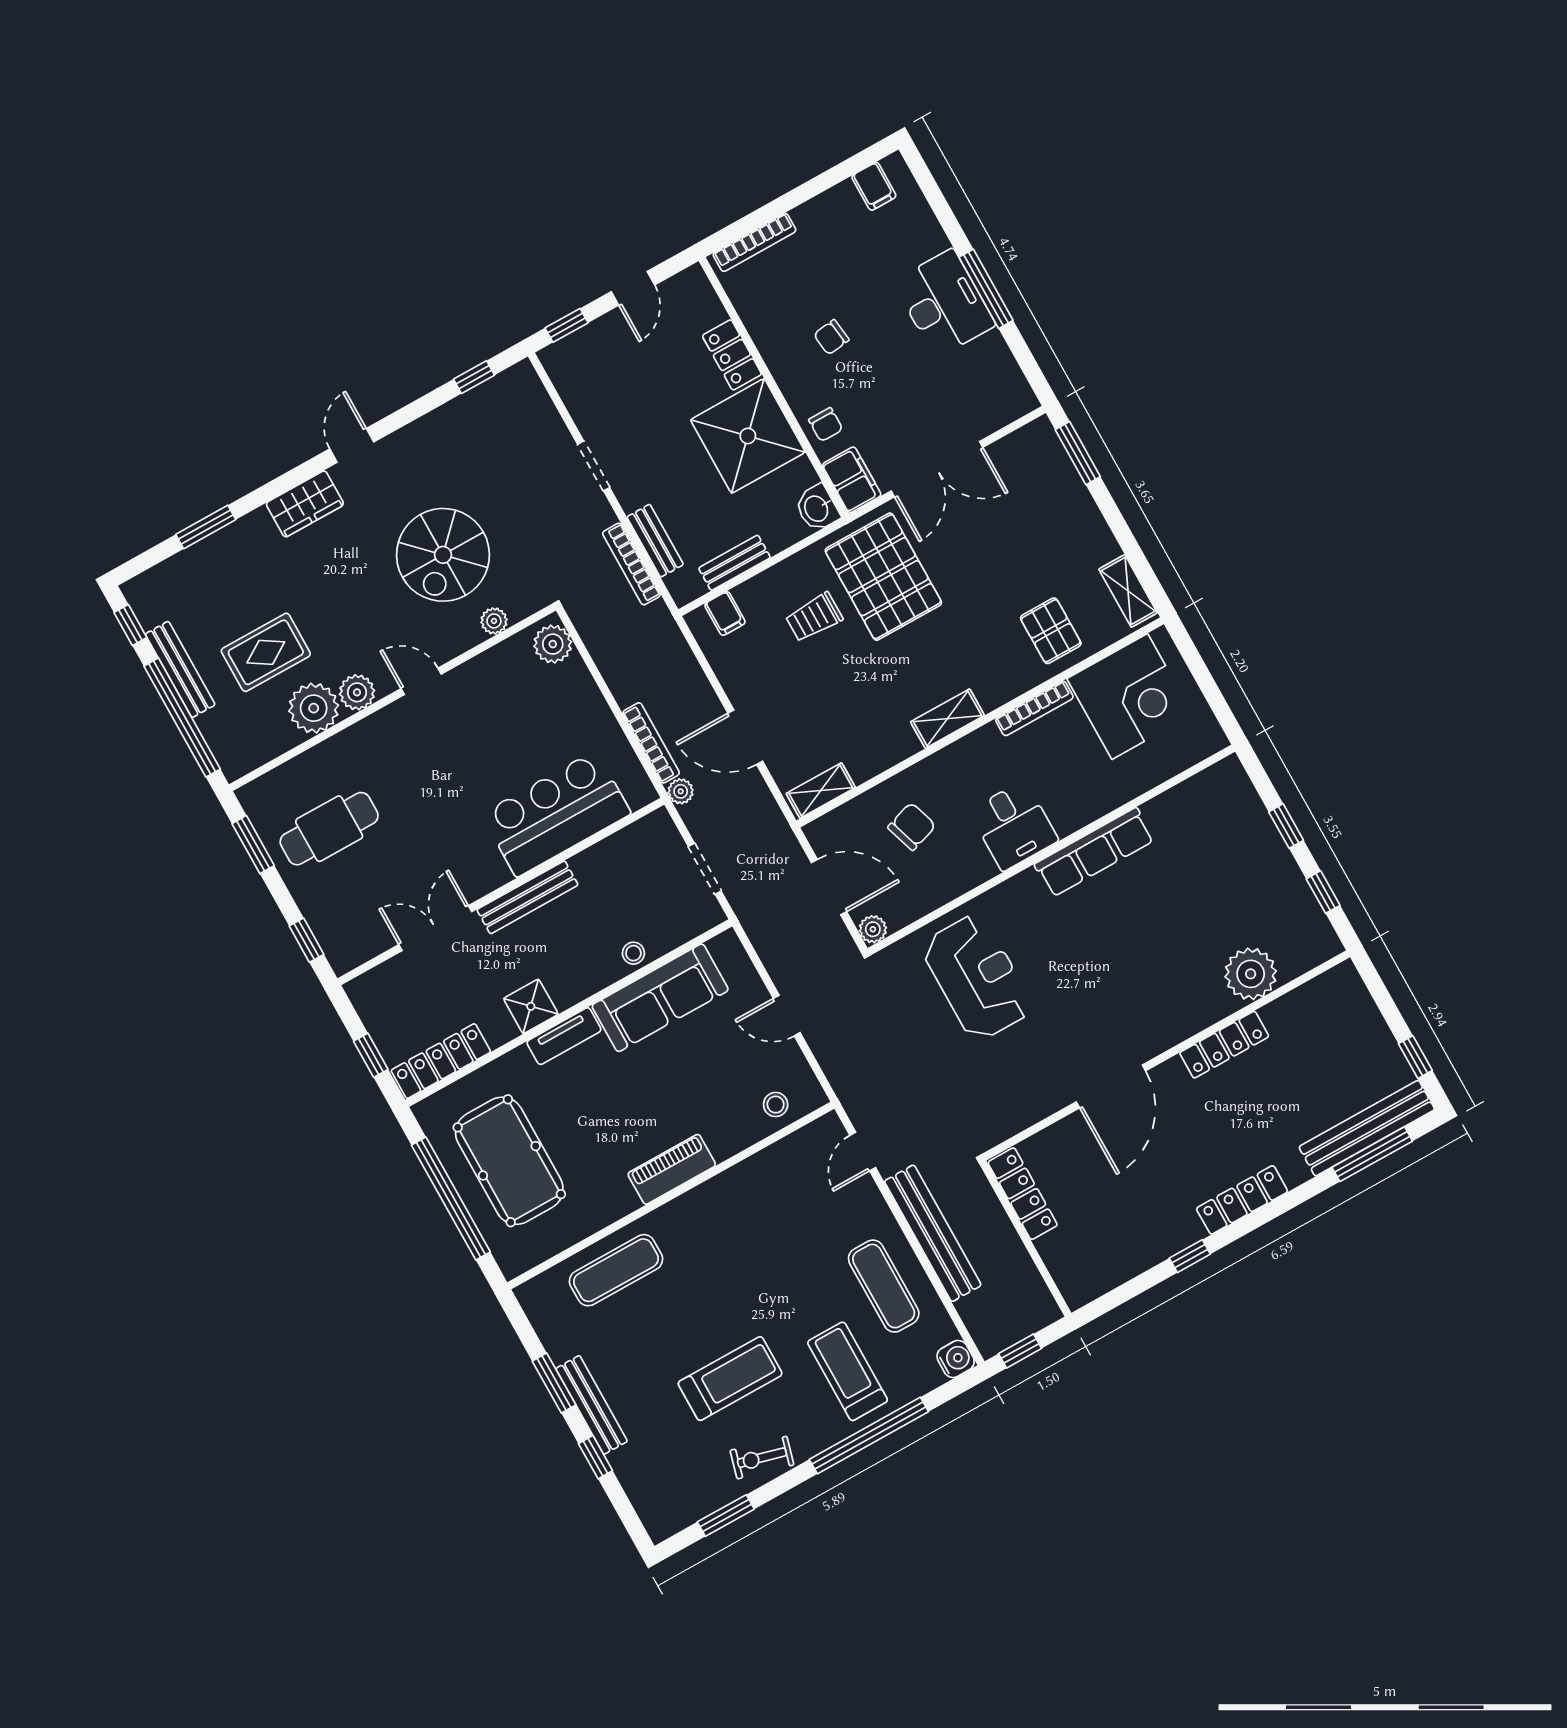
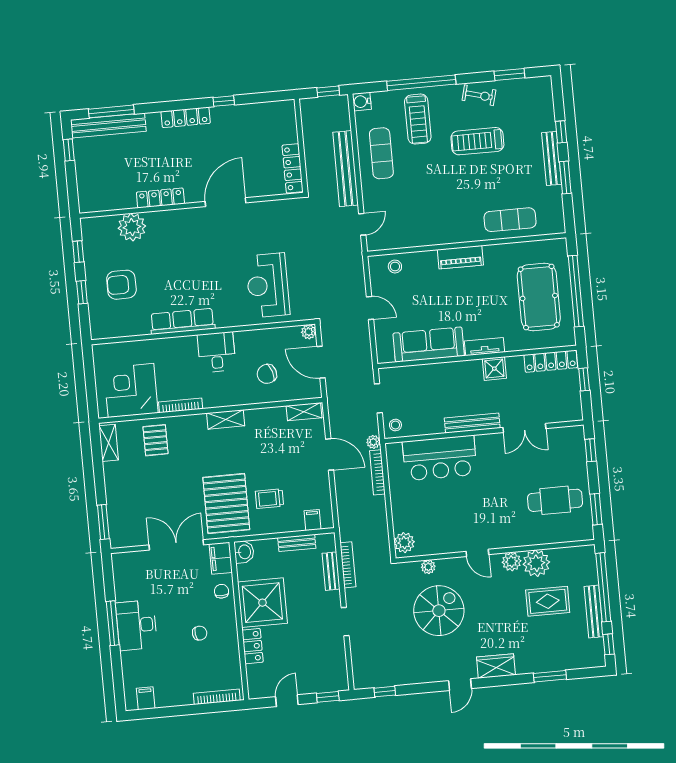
trolley: (814, 617) -> (269, 499), turned 180
armchair: (1225, 869) -> (121, 285), added
stool: (633, 953) -> (395, 425), moved

